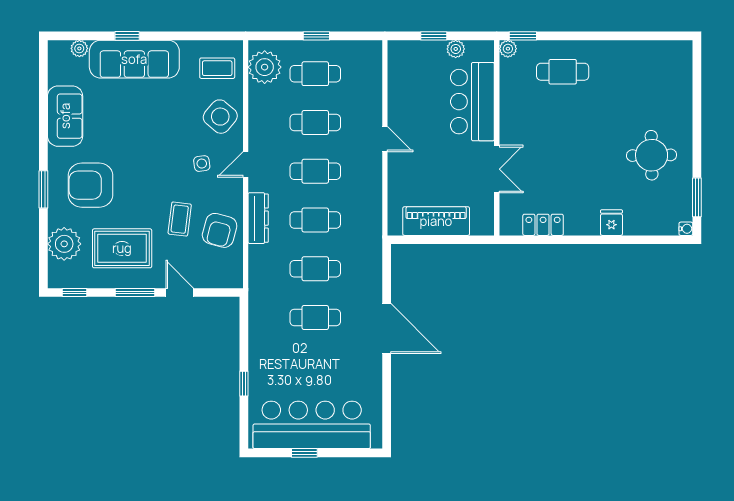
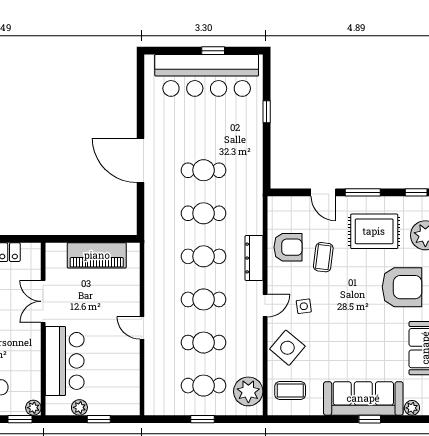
armchair: (220, 230) -> (288, 247), turned 75

